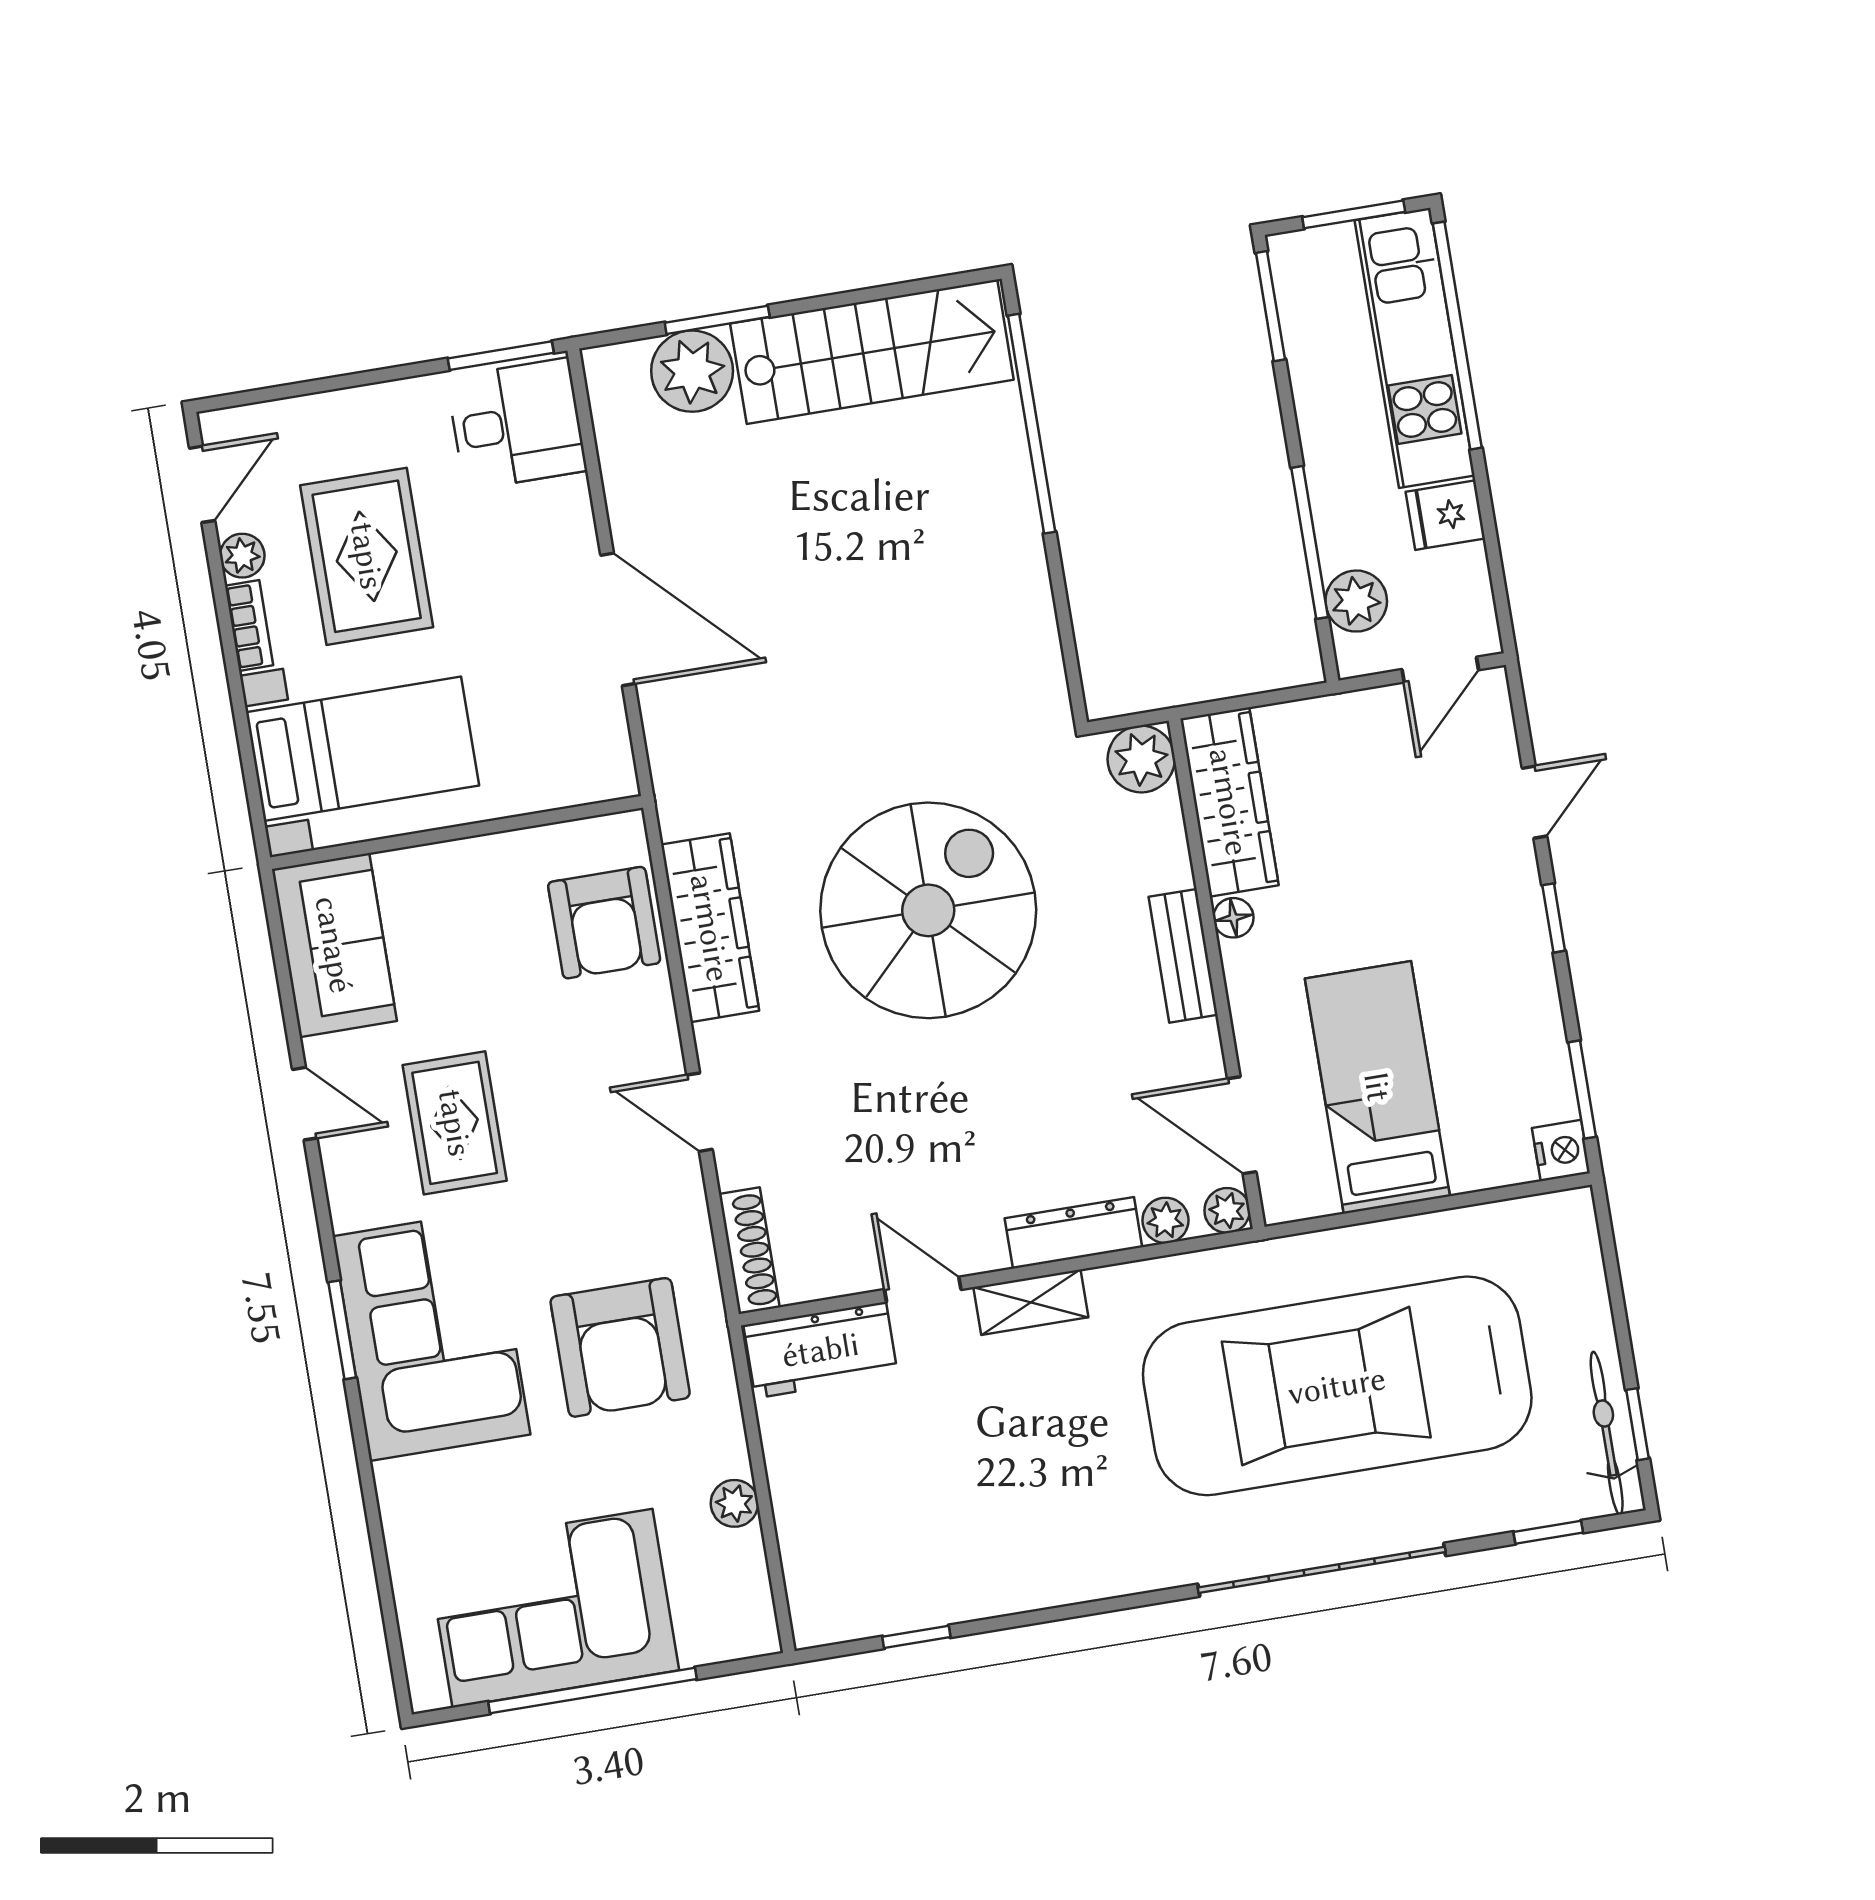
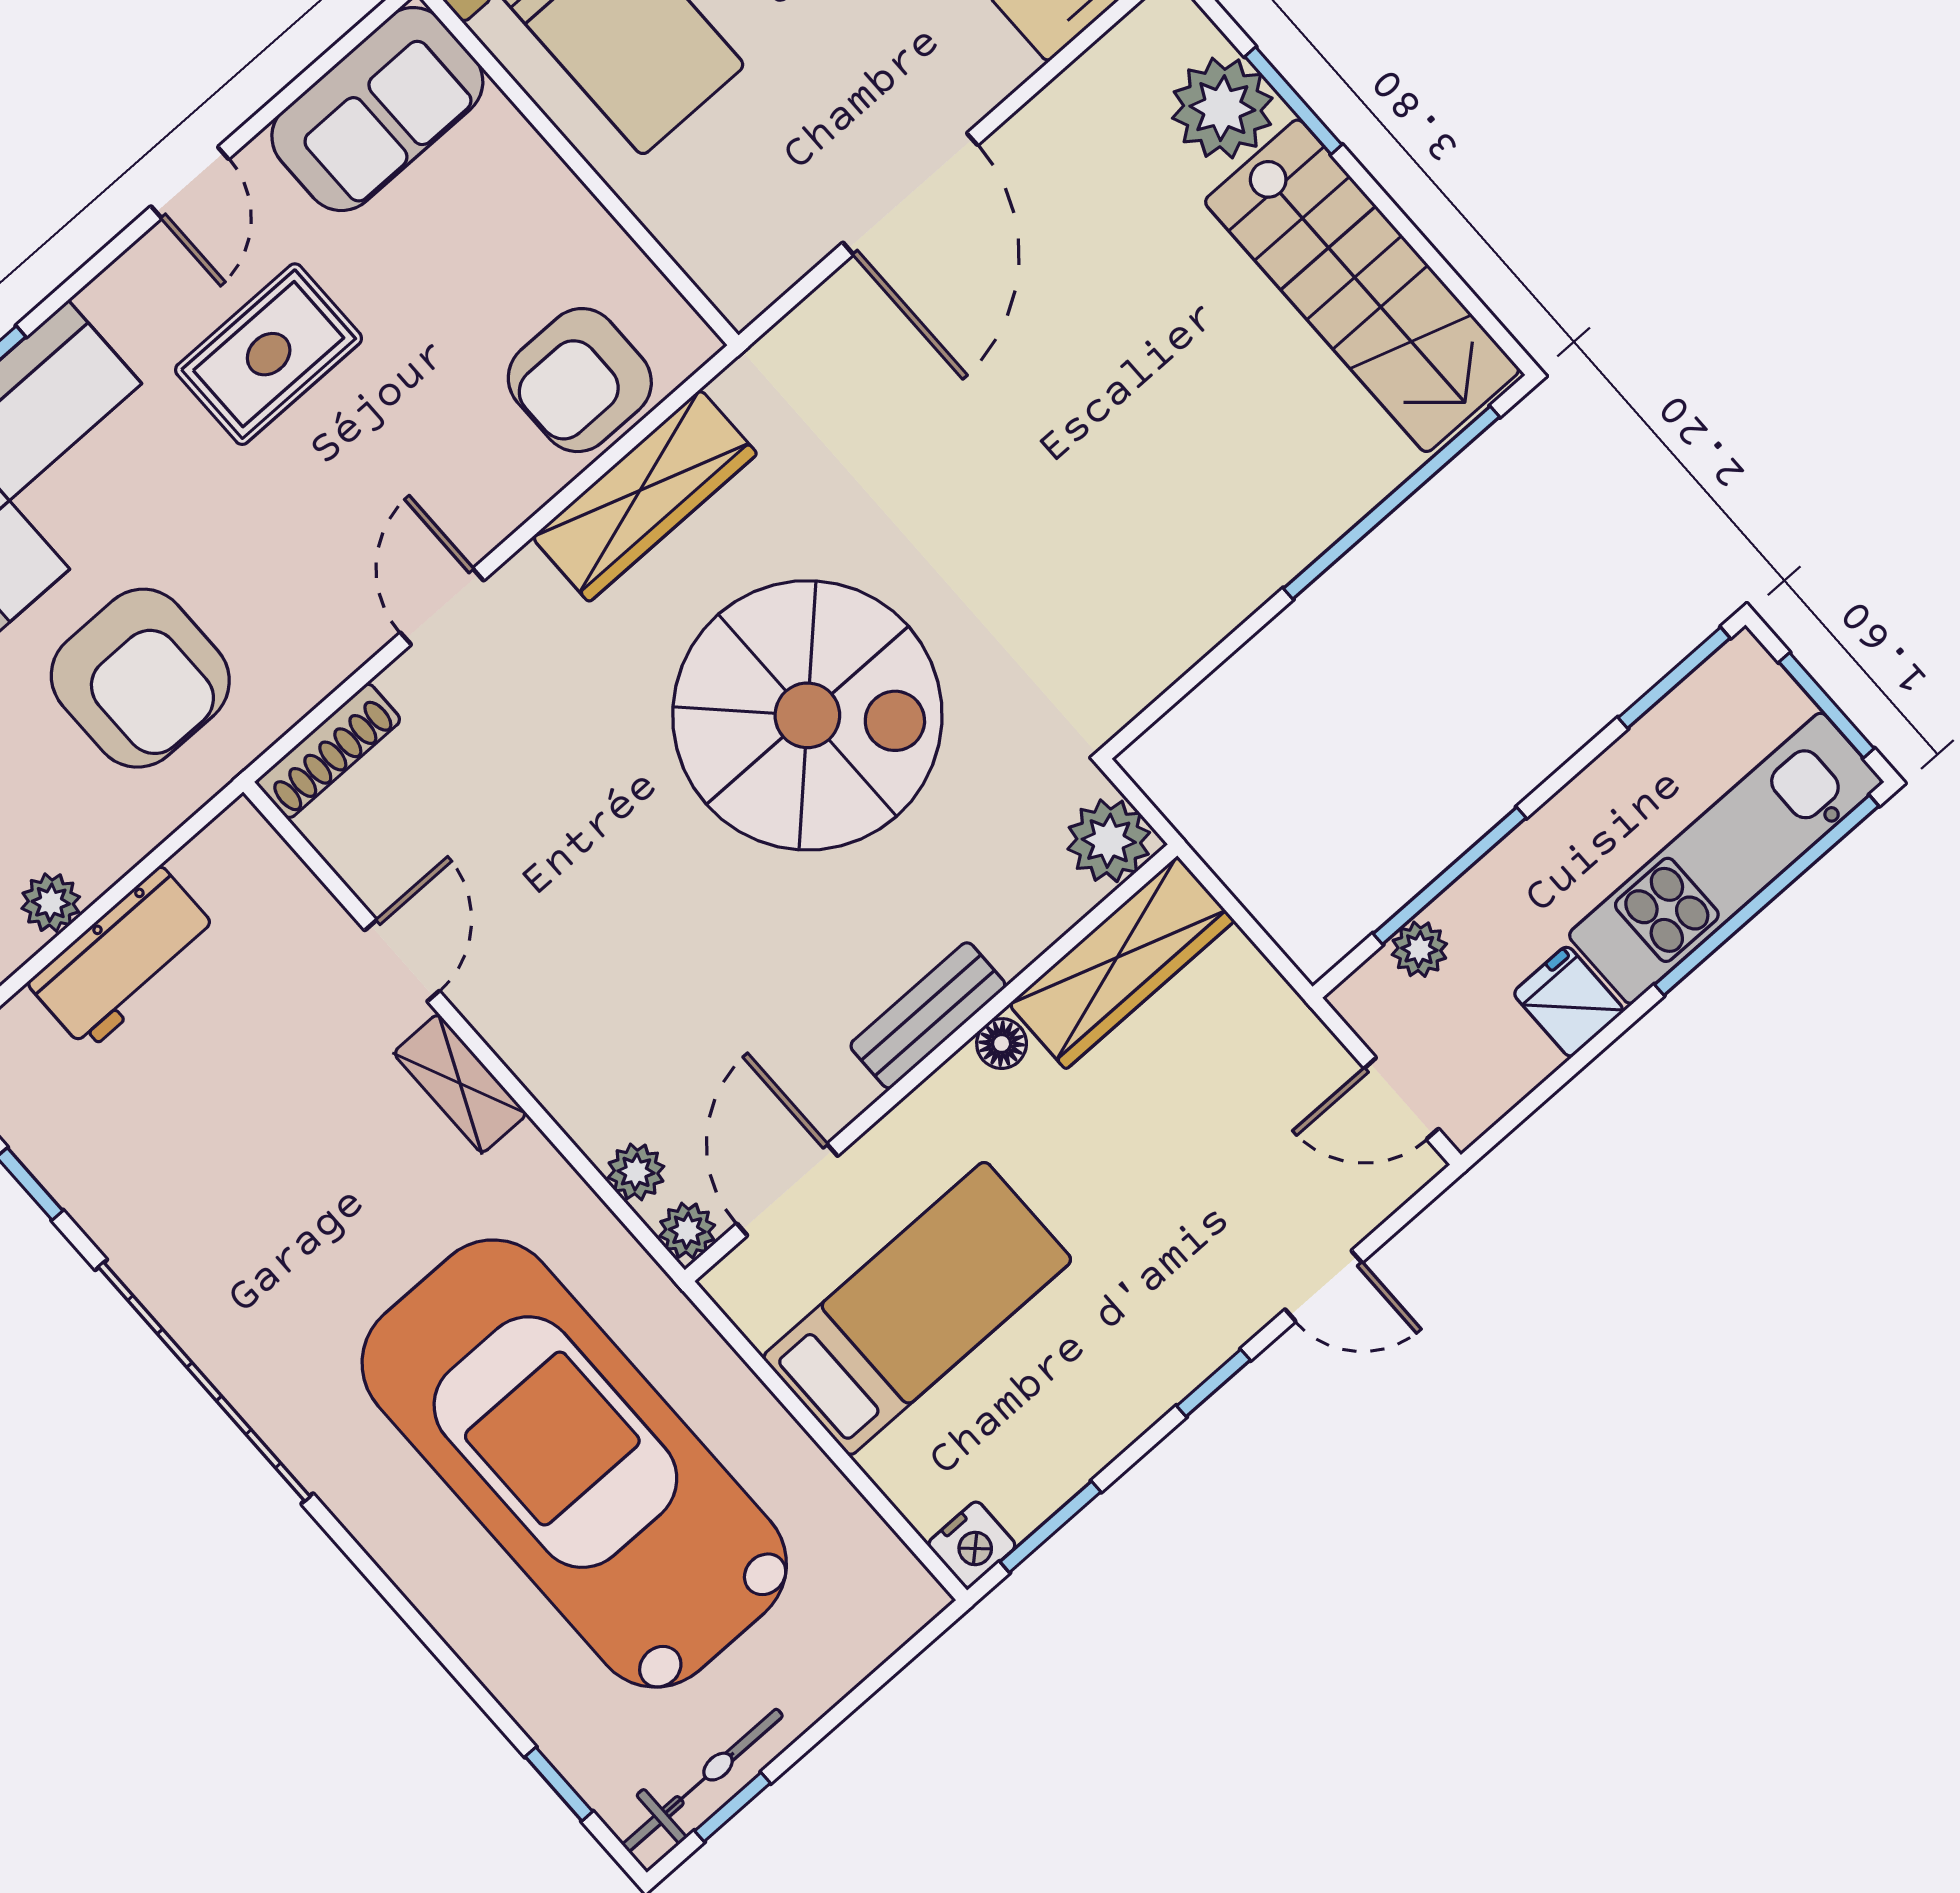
plant: (1356, 601) -> (1419, 949), width x0.73, depth x0.73
dresser: (1073, 1233) -> (562, 1083), removed
armchair: (620, 1347) -> (140, 678), turned -90
workbench: (821, 1350) -> (124, 959), moved, turned -90
garage door: (1322, 1570) -> (204, 1382), moved

